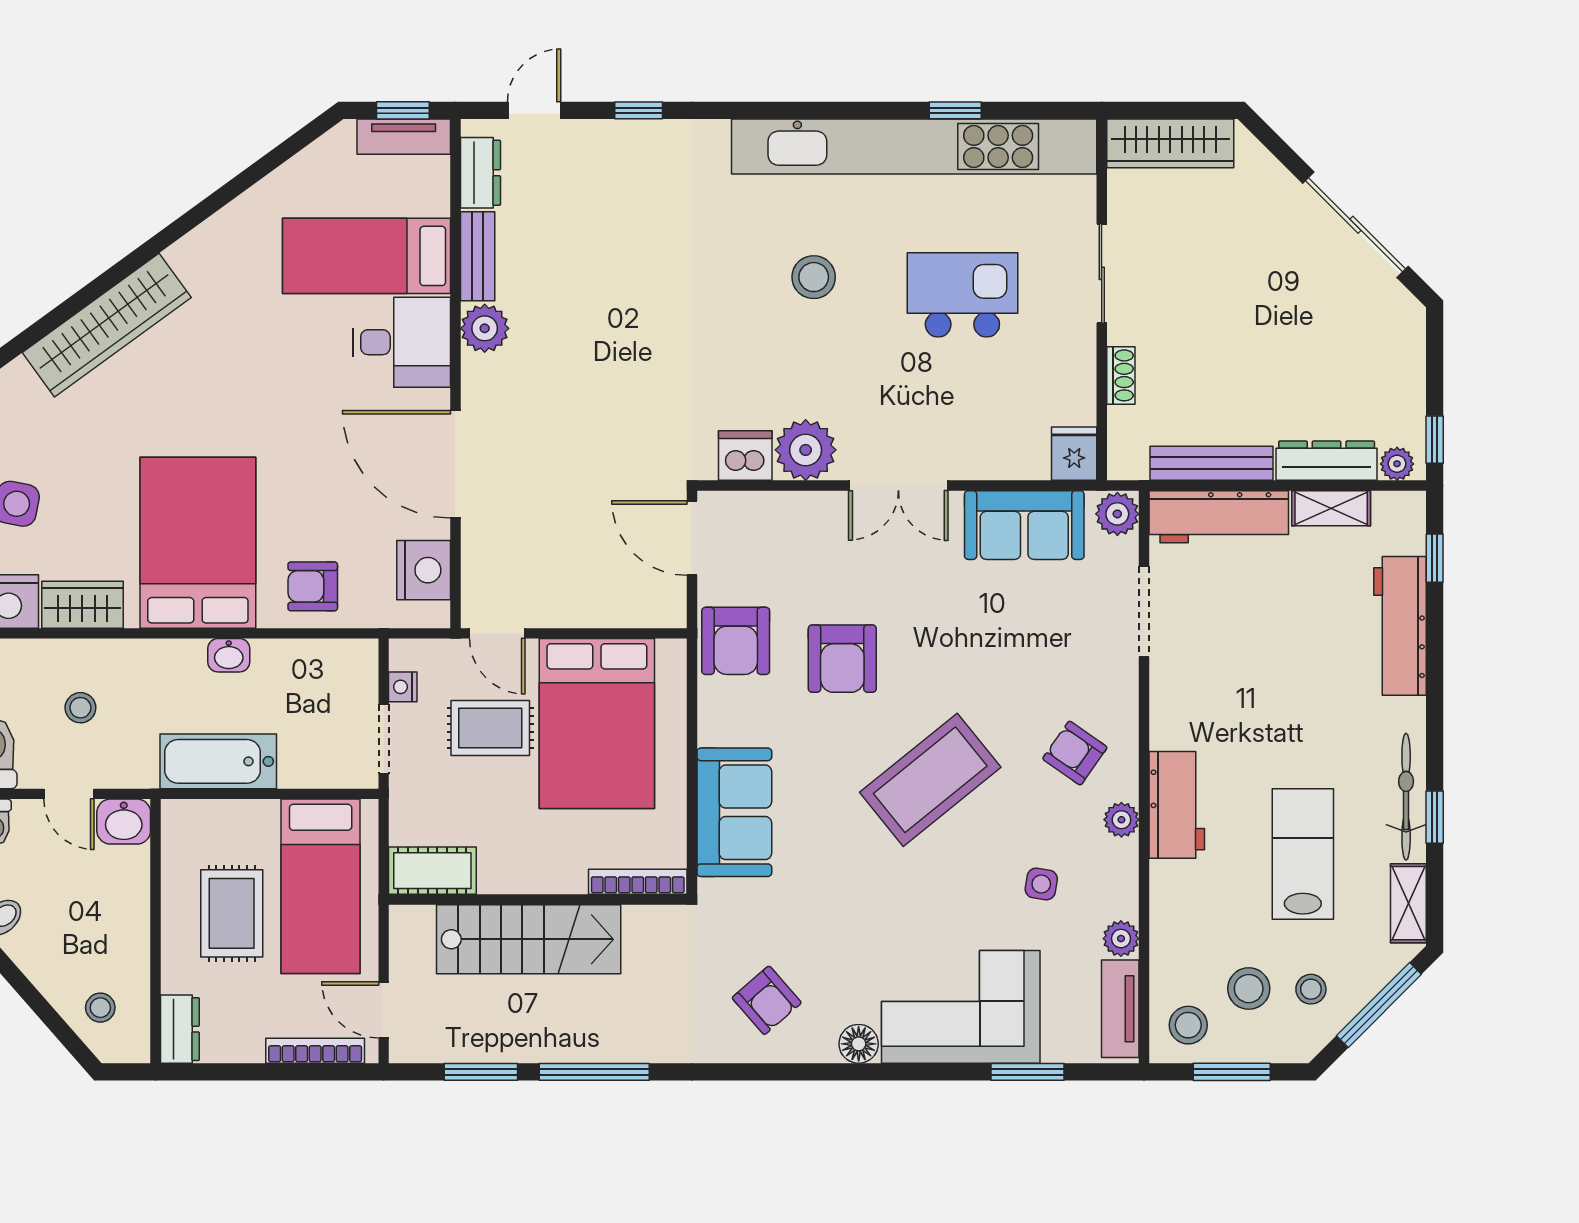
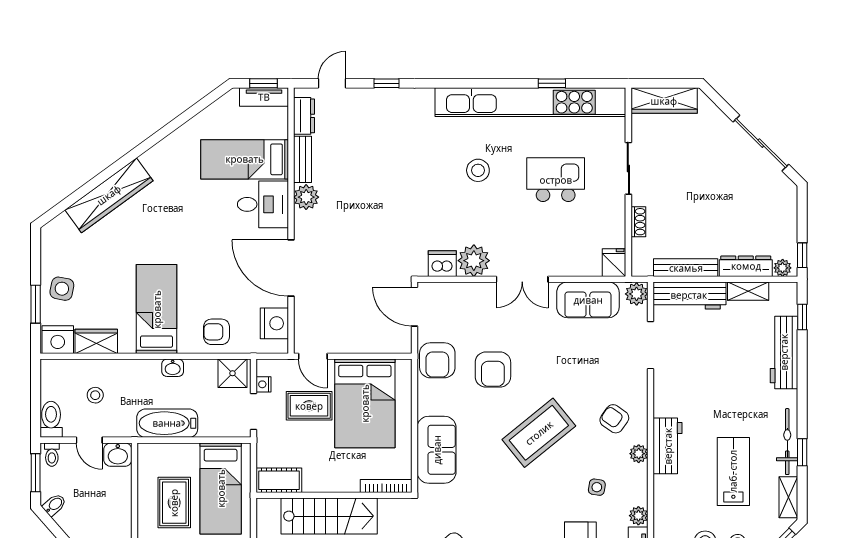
bed: (198, 543) -> (157, 309), width x0.67
shower: (343, 666) -> (233, 373), added

